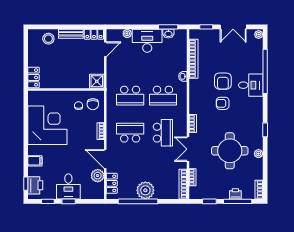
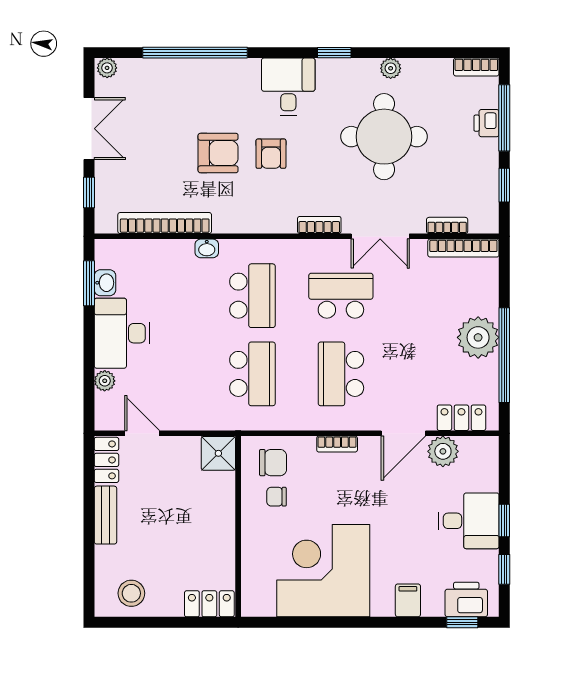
stool: (48, 39) -> (131, 593), moved
desk: (251, 85) -> (288, 87), moved

